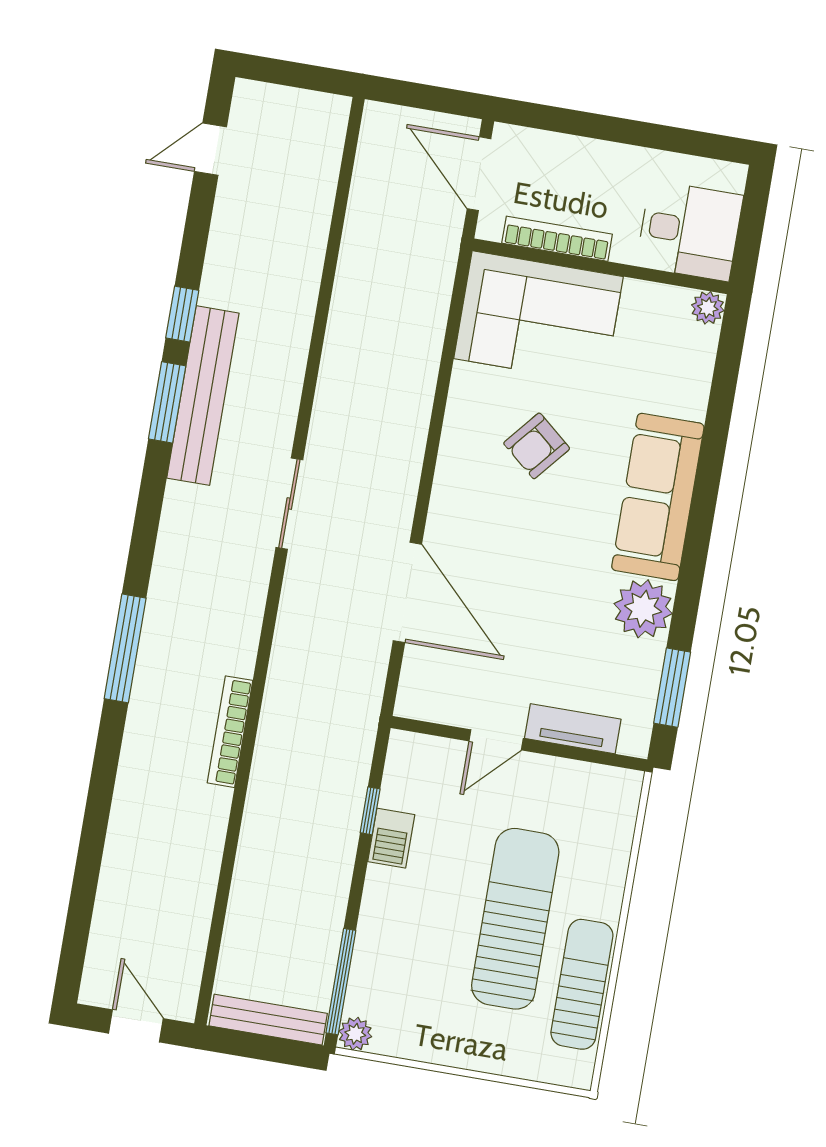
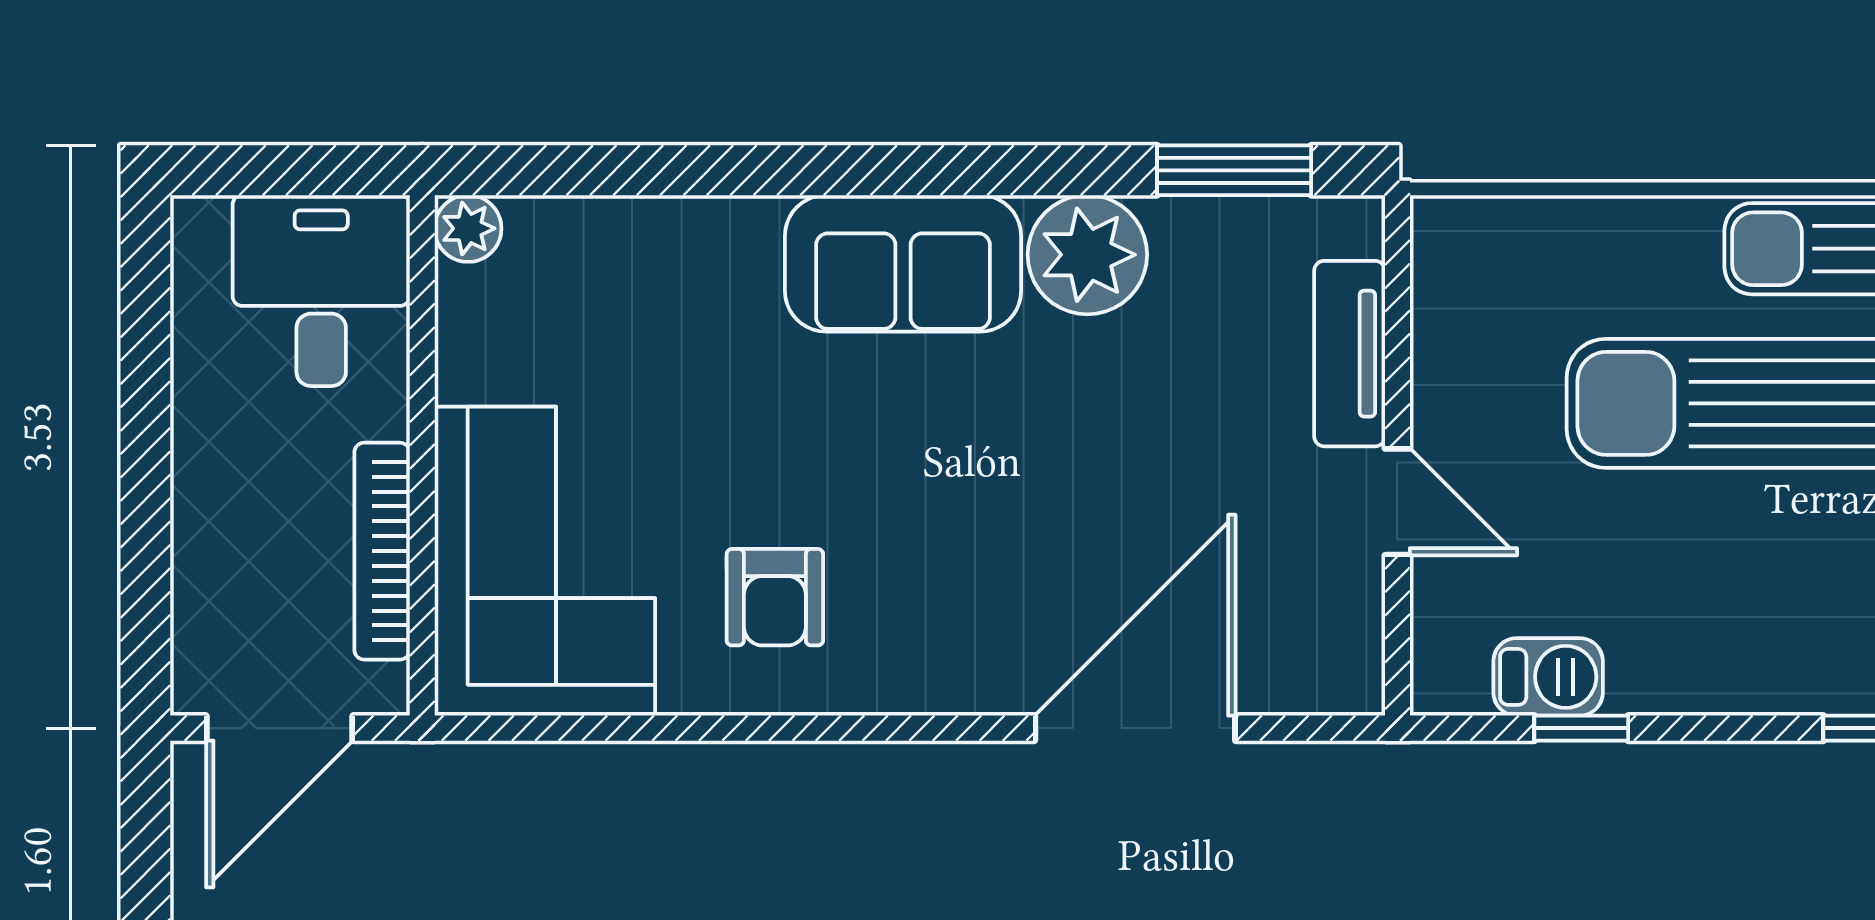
armchair: (537, 446) -> (775, 597), moved, turned 50
sofa: (658, 497) -> (903, 263), width x0.73
barbecue: (391, 838) -> (1548, 677), moved

